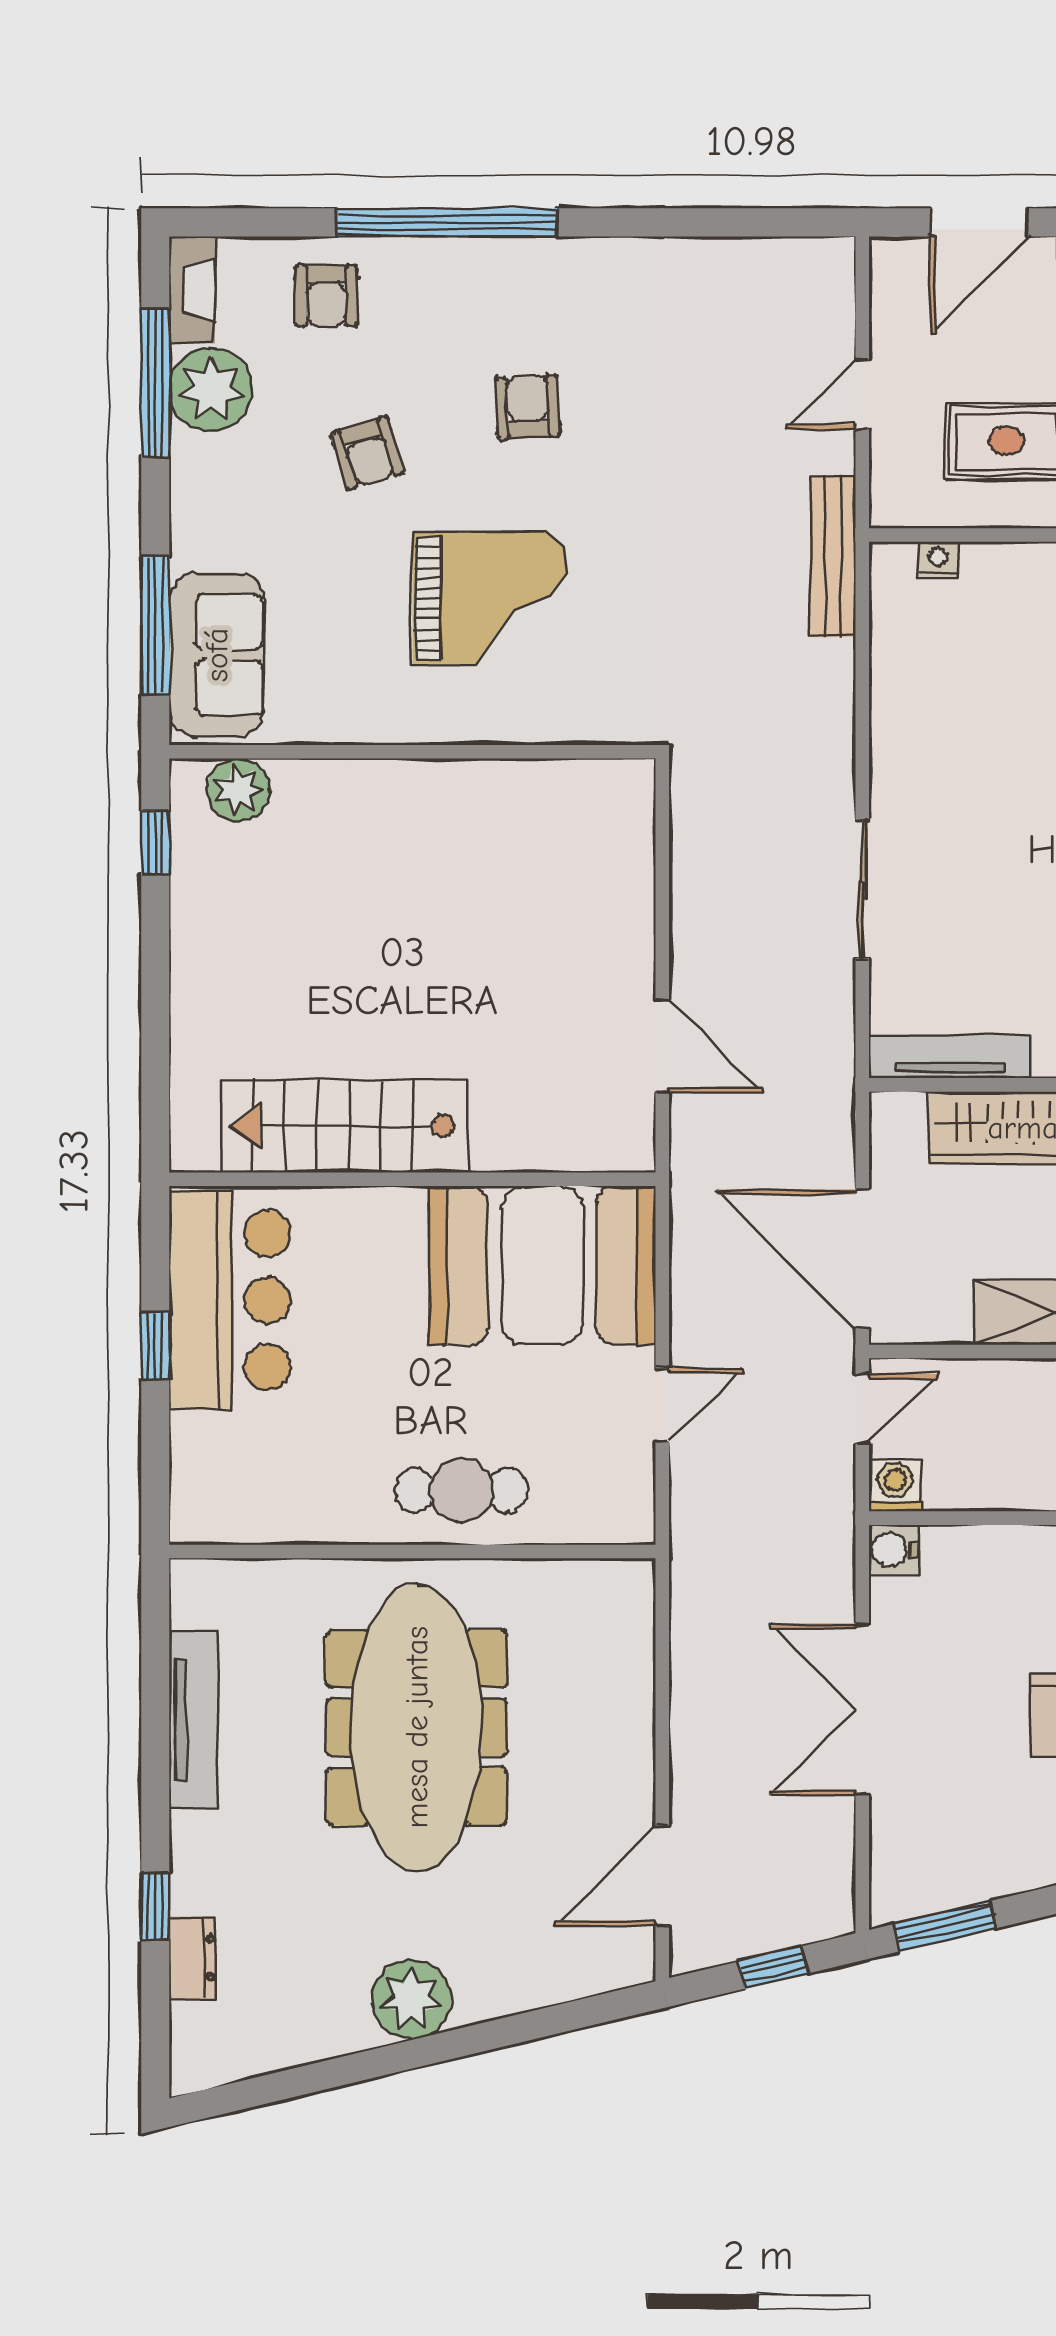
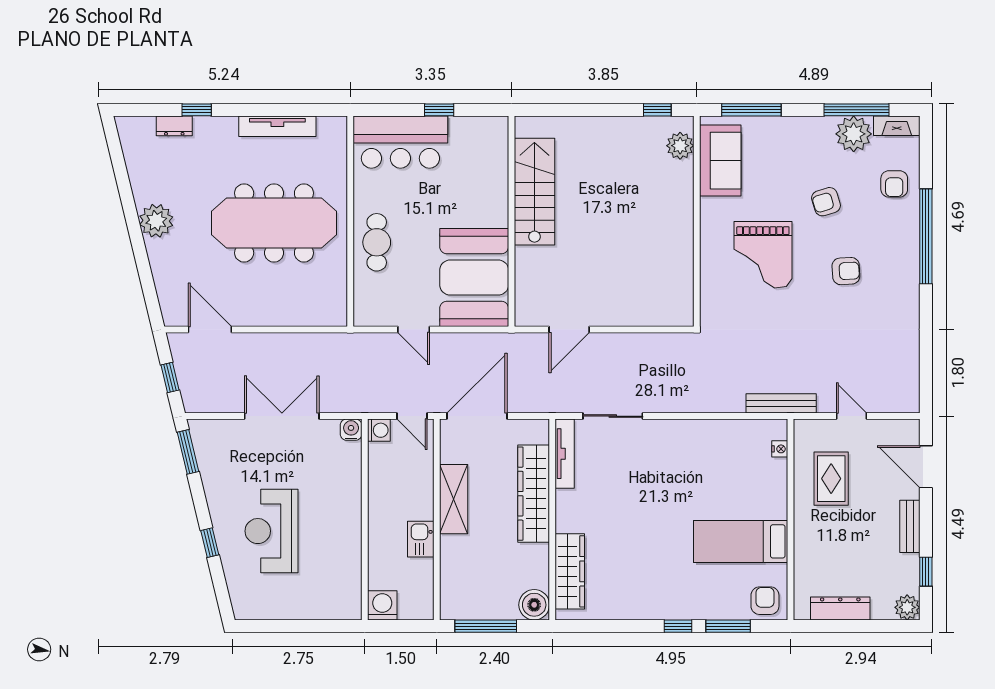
armchair: (326, 296) -> (894, 184), turned -90
sofa: (217, 655) -> (720, 161), moved, turned -90
sliding door: (862, 889) -> (613, 416), moved
bar counter: (230, 1300) -> (400, 142), moved

